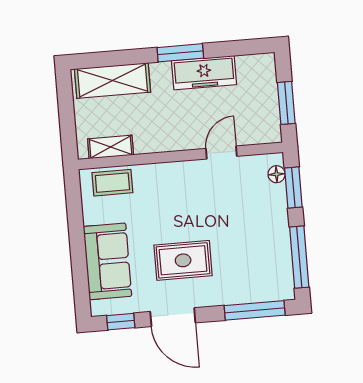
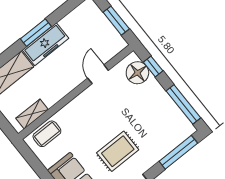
freezer: (204, 73) -> (46, 44), moved
floor lamp: (277, 174) -> (137, 73), width x1.89, depth x1.89
window: (293, 188) -> (153, 67), width x0.67

